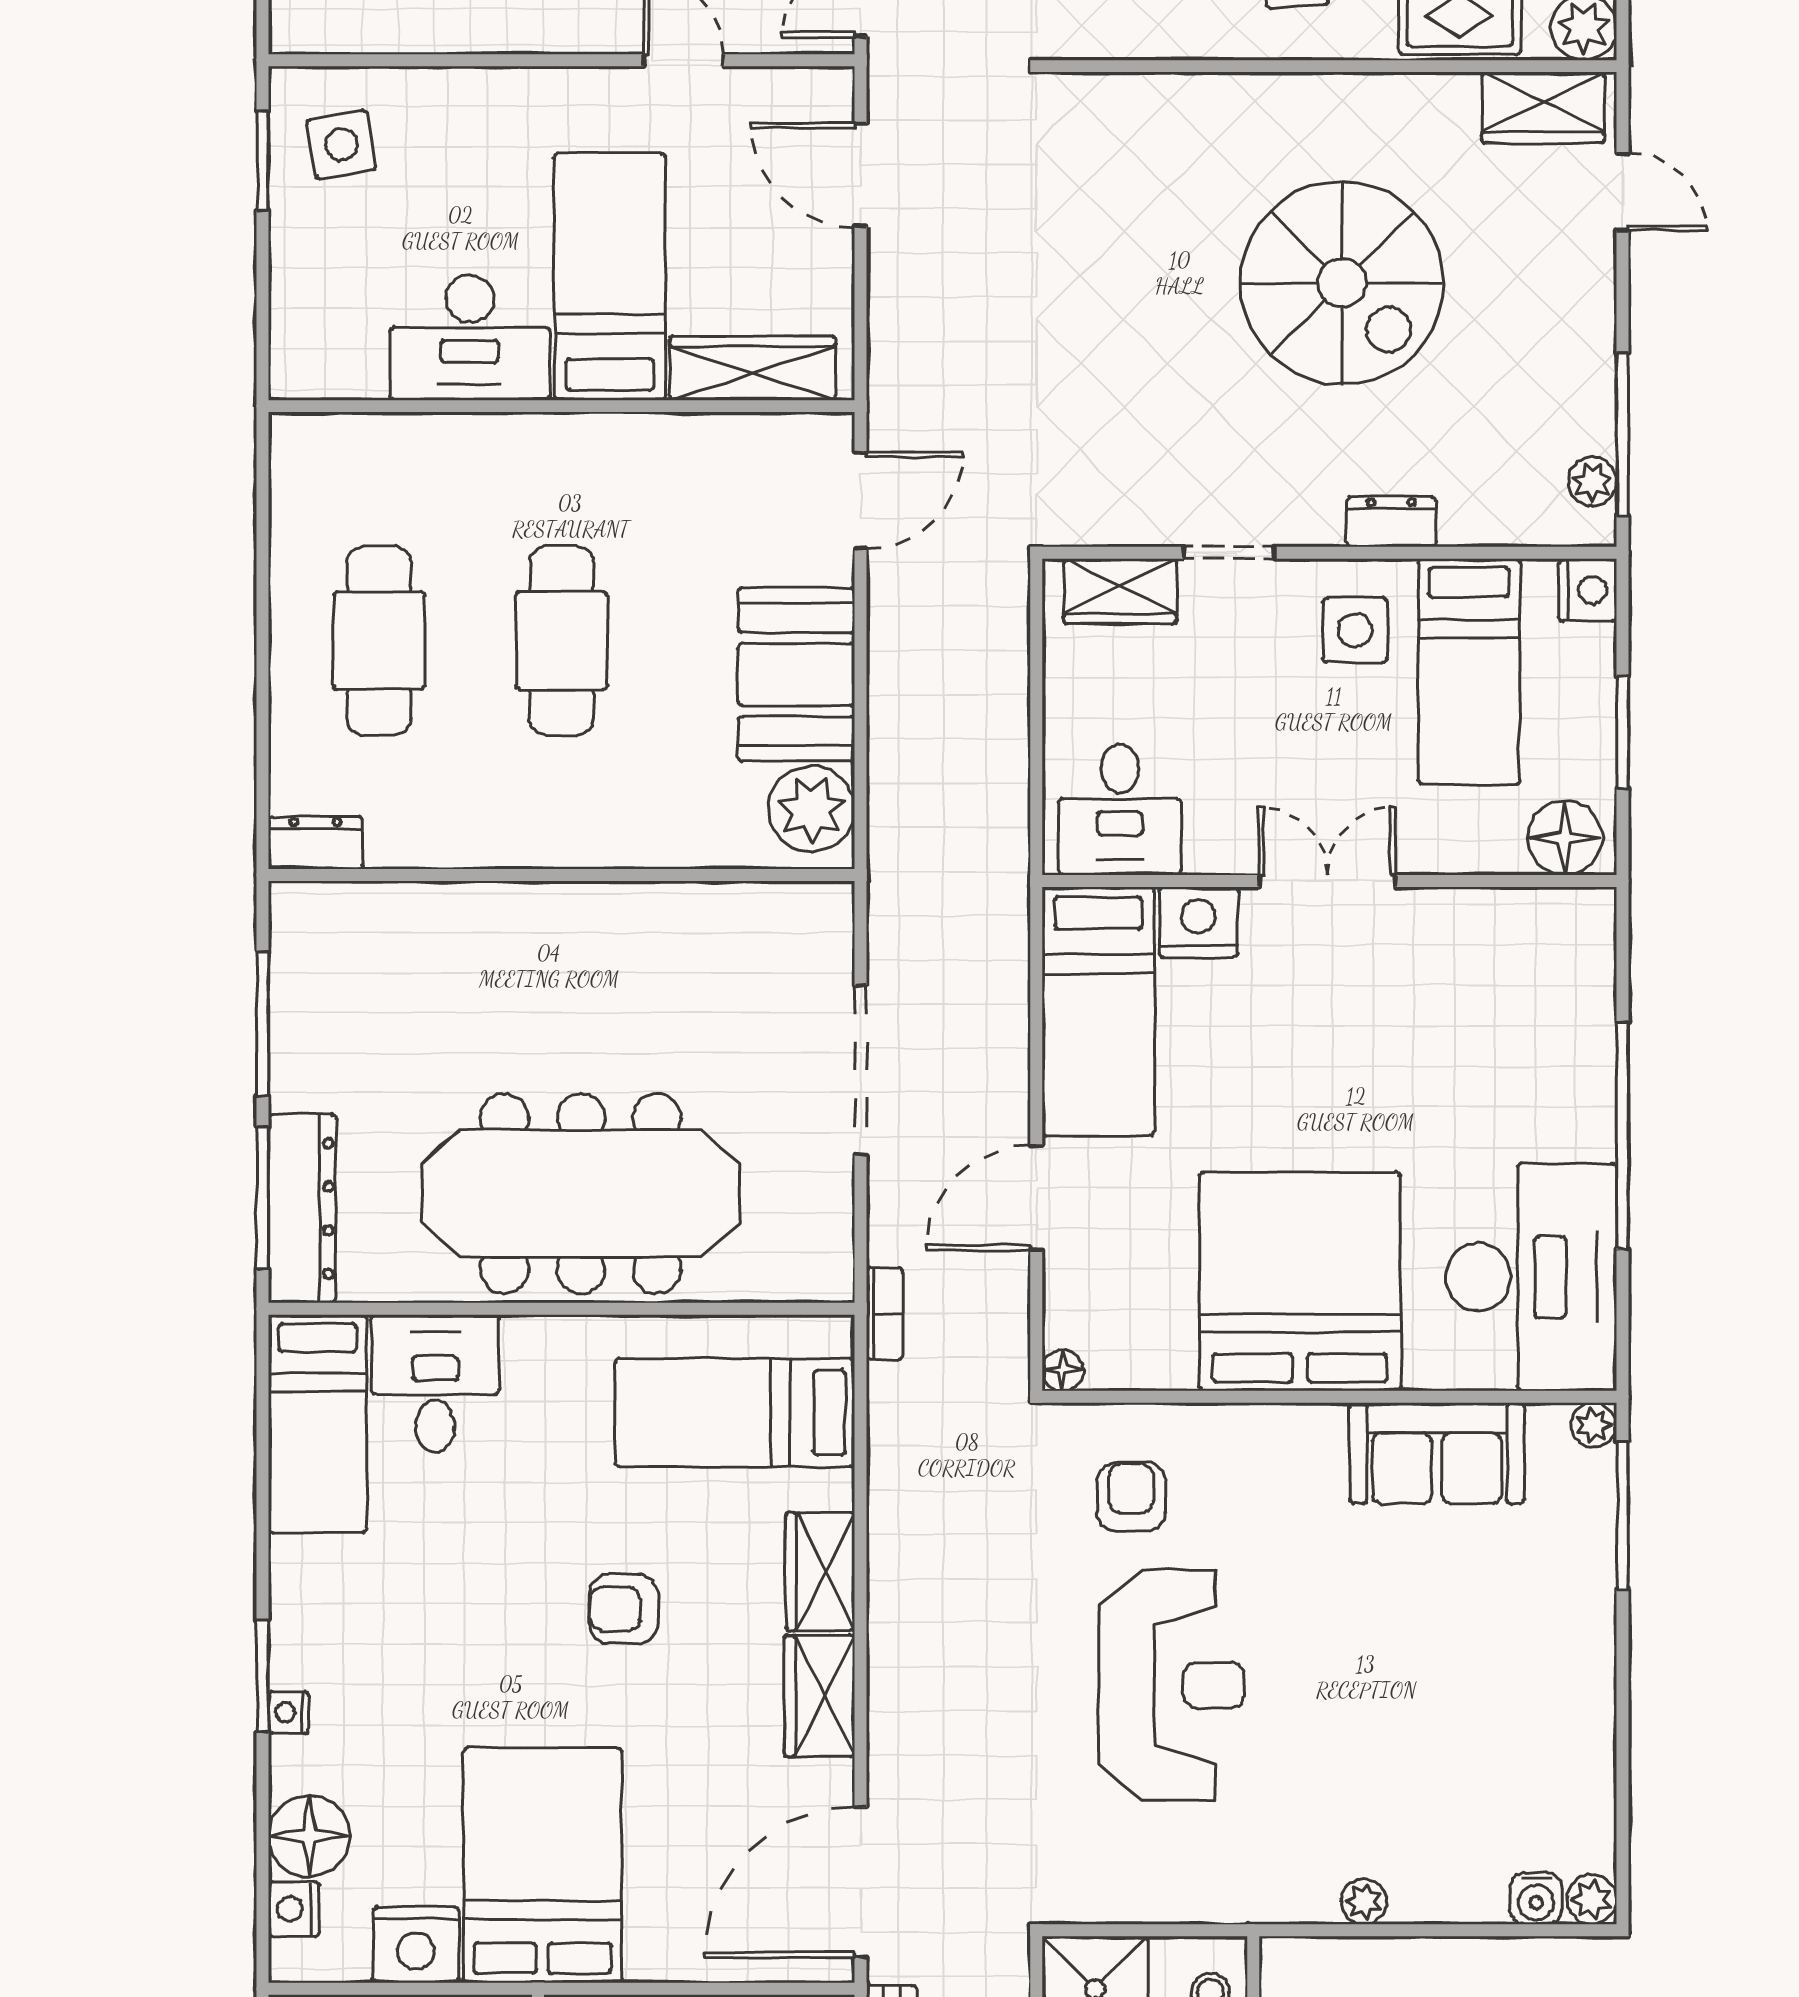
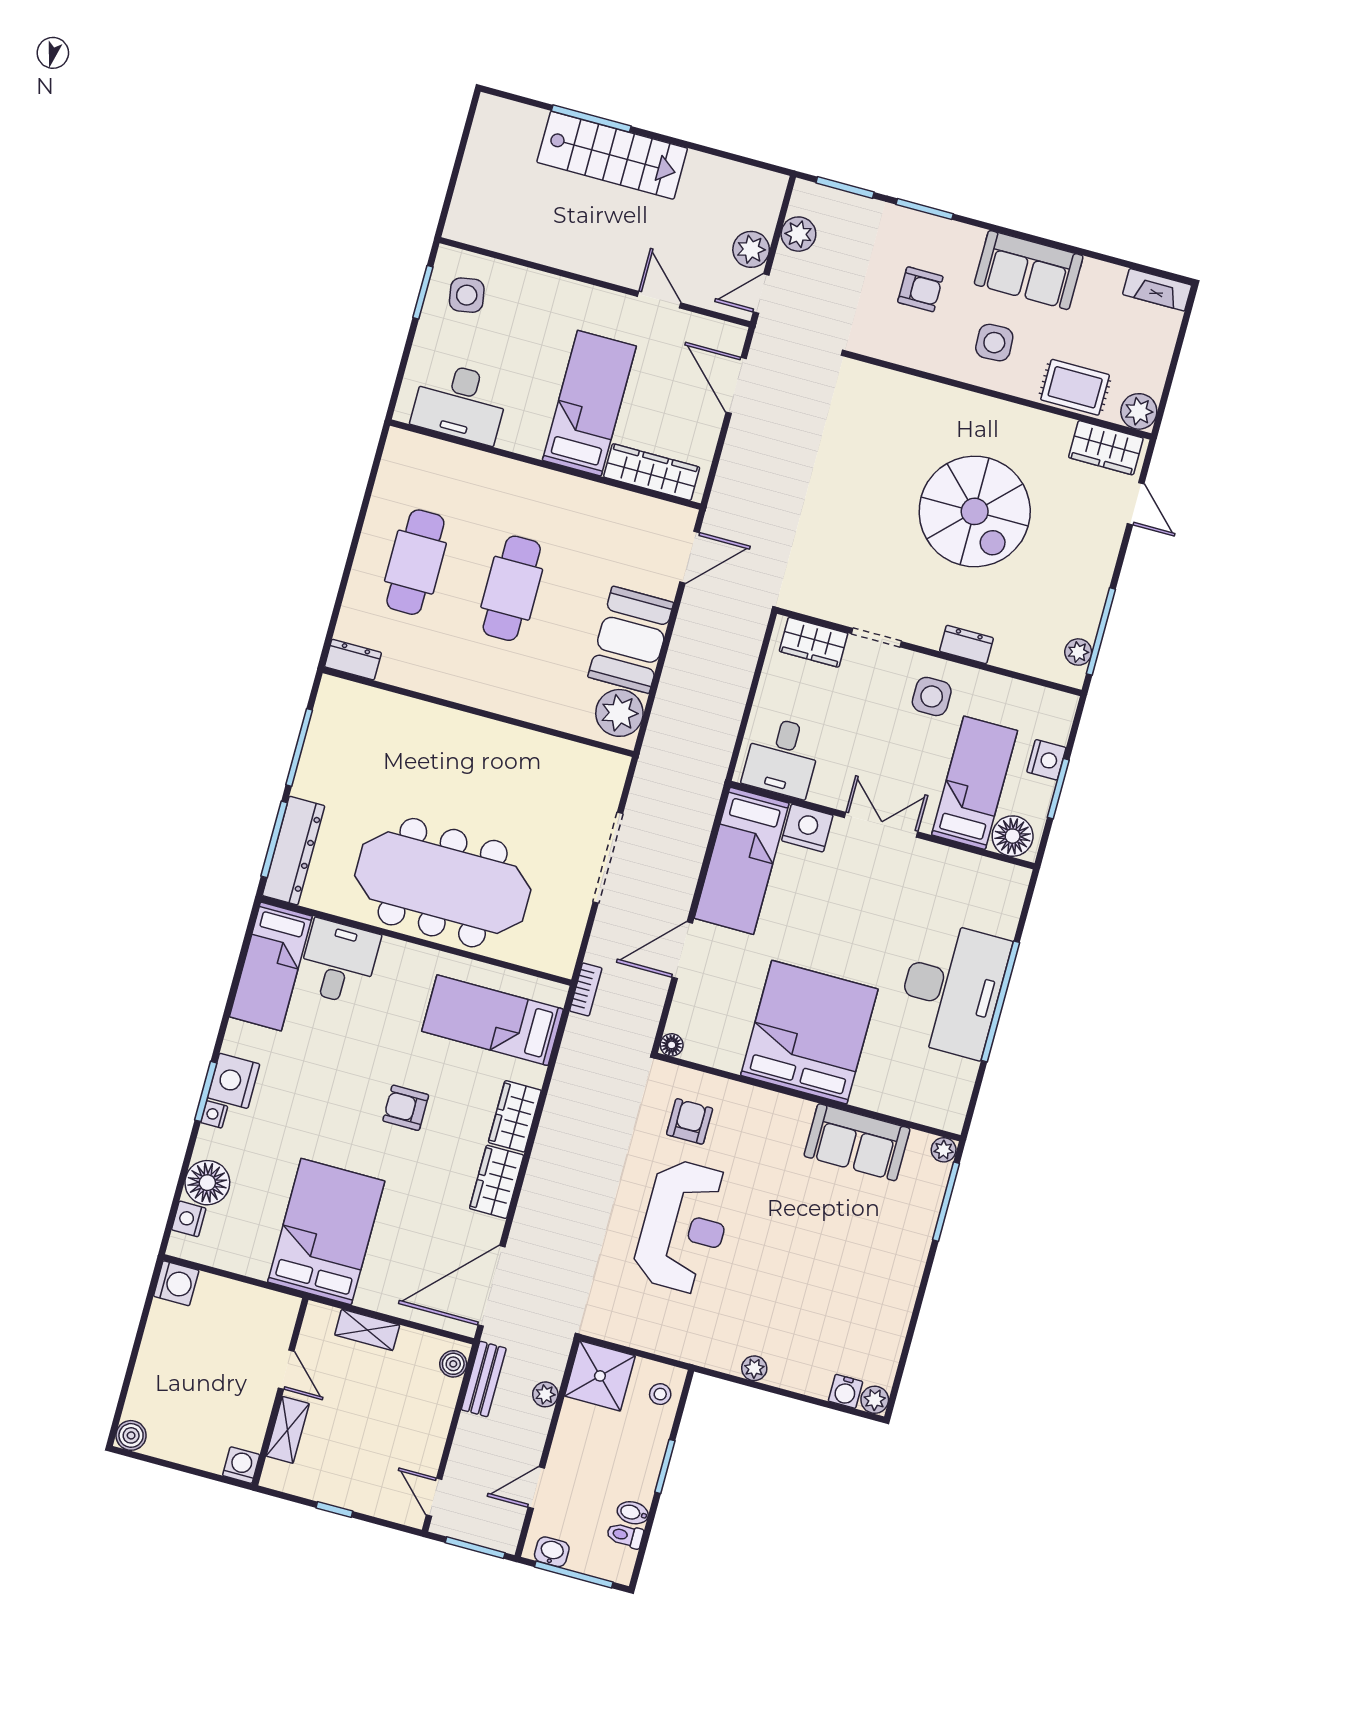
desk: (470, 338) -> (460, 403), moved
nightstand: (1588, 590) -> (1046, 760), moved
bed: (1469, 672) -> (975, 783), moved, turned 180
desk: (1531, 1277) -> (952, 989), moved
nightstand: (416, 1945) -> (234, 1081), moved, turned 90

